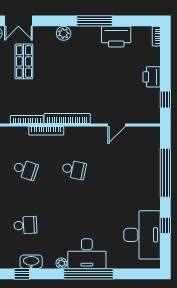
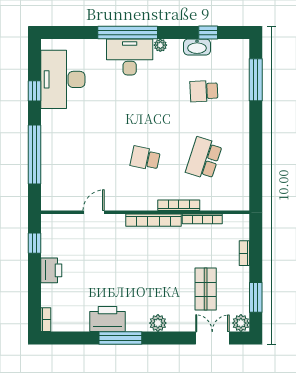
printer: (116, 37) -> (107, 319), moved
school desk: (25, 170) -> (204, 158), width x1.85

